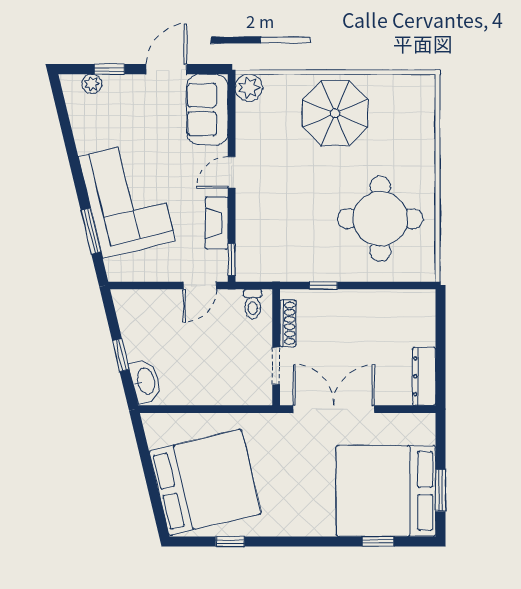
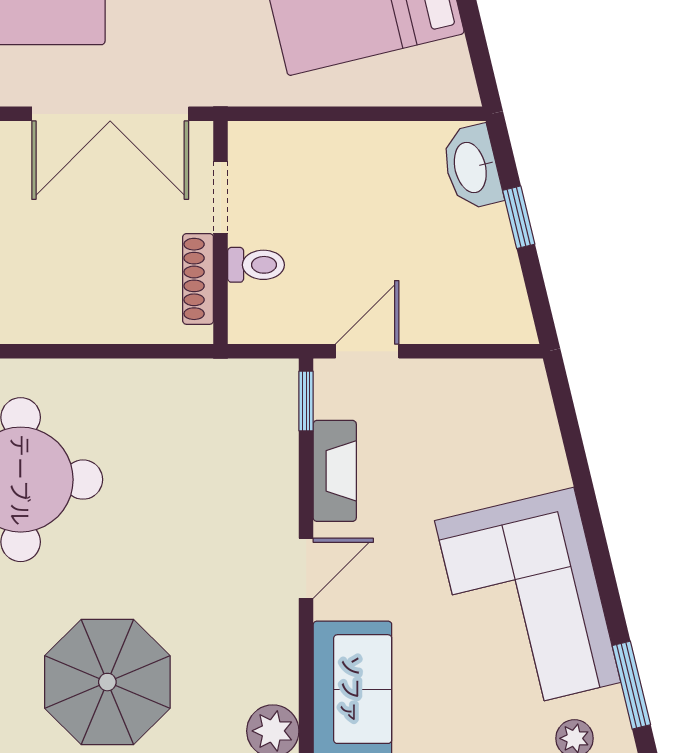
corner sofa: (127, 199) -> (528, 601), moved
window: (91, 231) -> (631, 685), moved
window: (323, 286) -> (130, 351), removed
toilet: (253, 304) -> (256, 265), moved, turned 90

